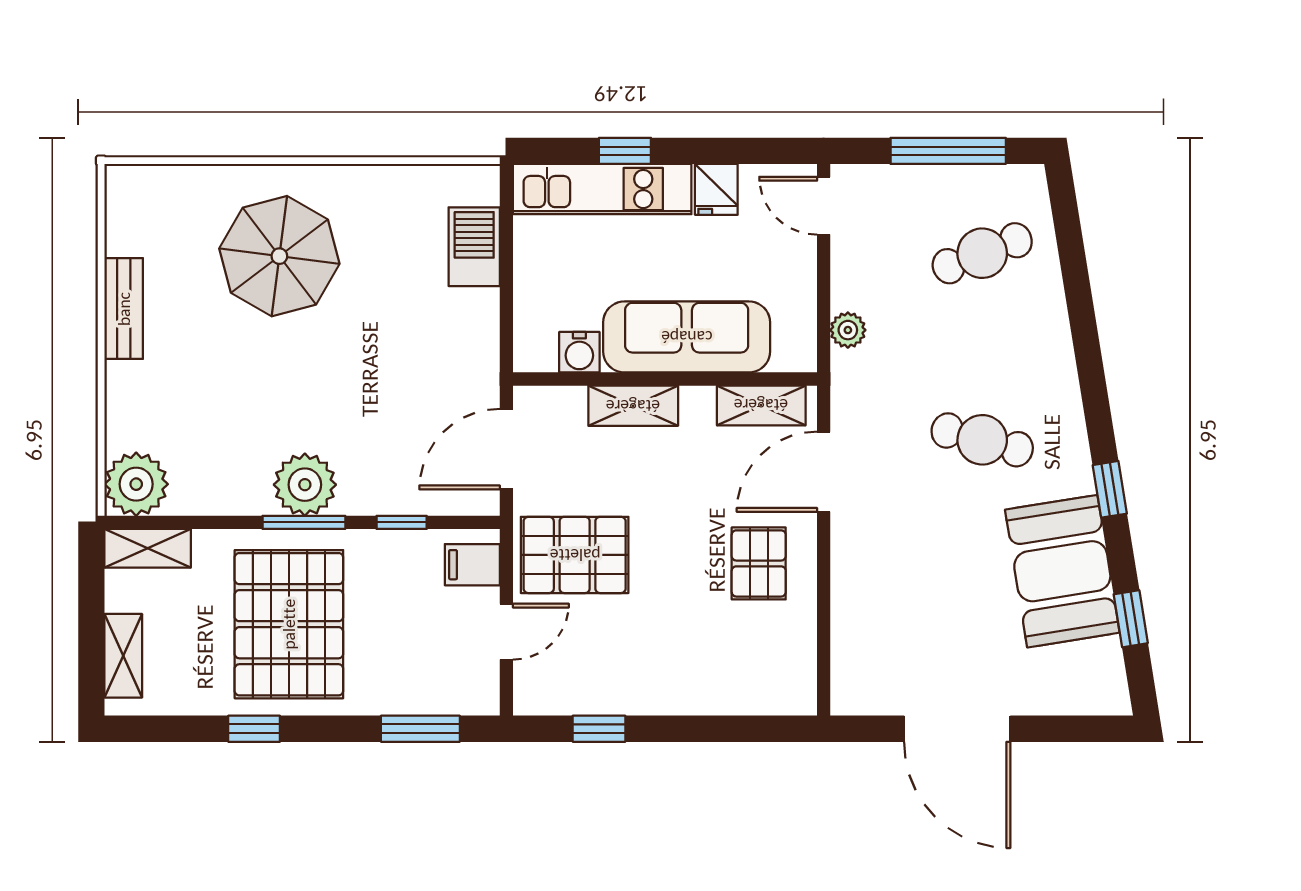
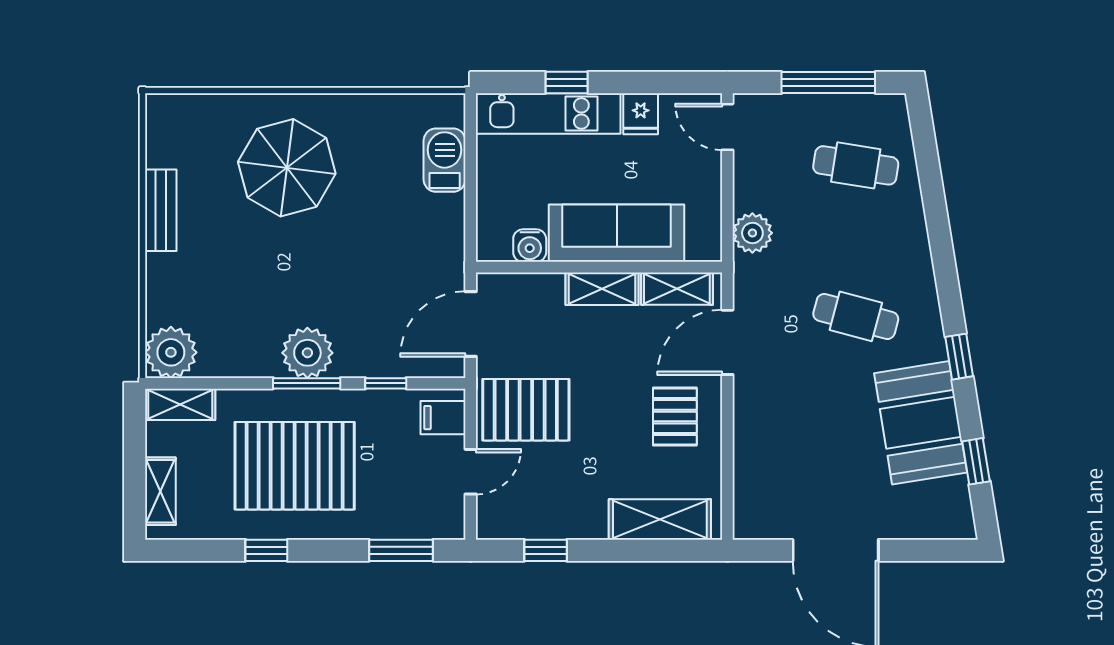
cafe table: (982, 253) -> (856, 165), turned 30
plant: (848, 330) -> (752, 233), width x1.38, depth x1.38
shelving: (633, 406) -> (602, 289), moved
pallet: (289, 624) -> (295, 466), turned 90
shelving: (740, 691) -> (660, 519), added

